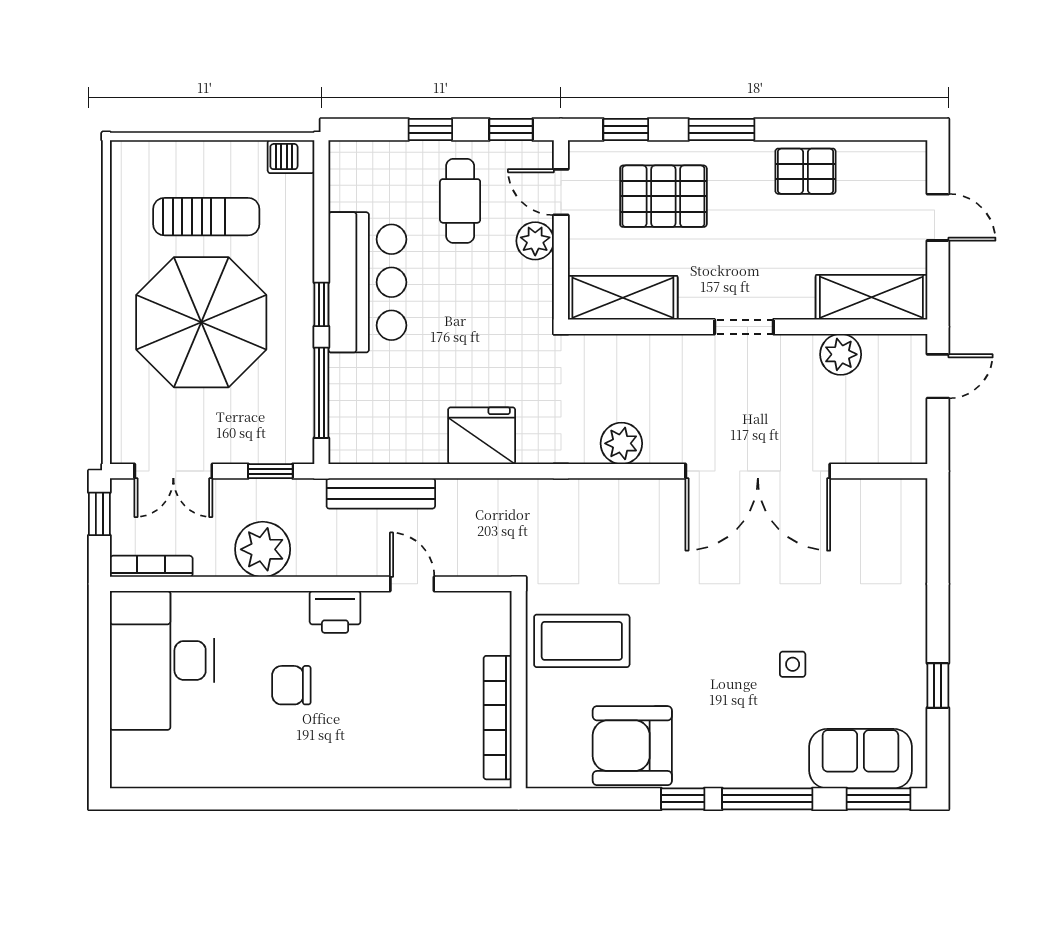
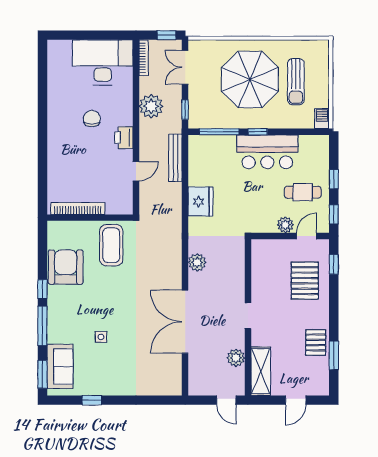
window: (721, 129) -> (334, 355), moved
shelving: (623, 298) -> (261, 263), removed

